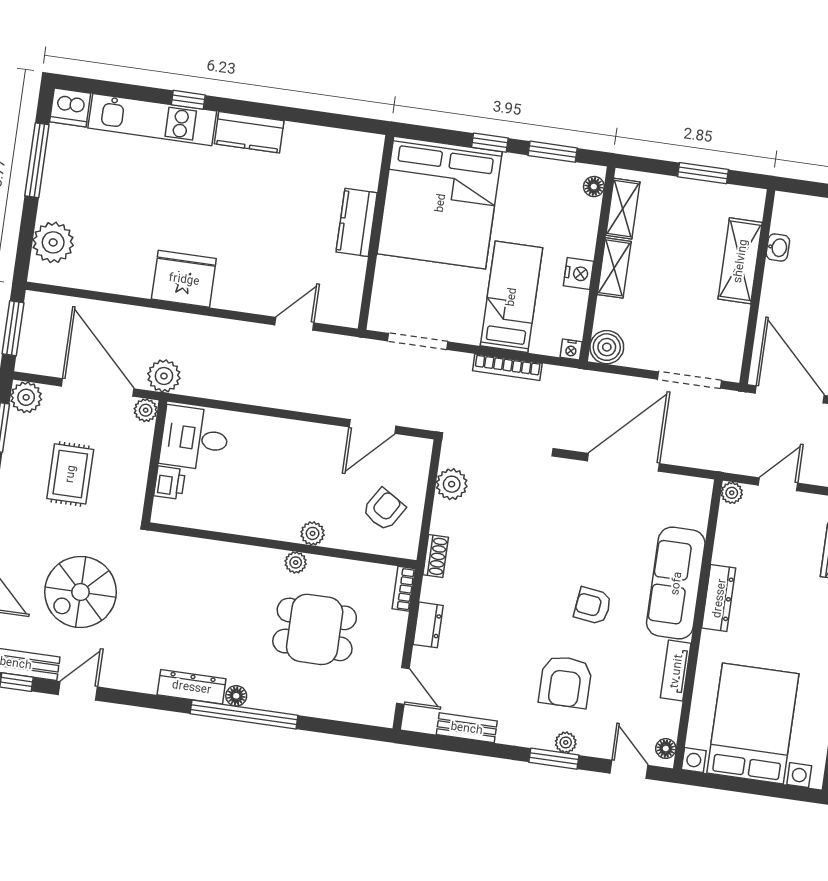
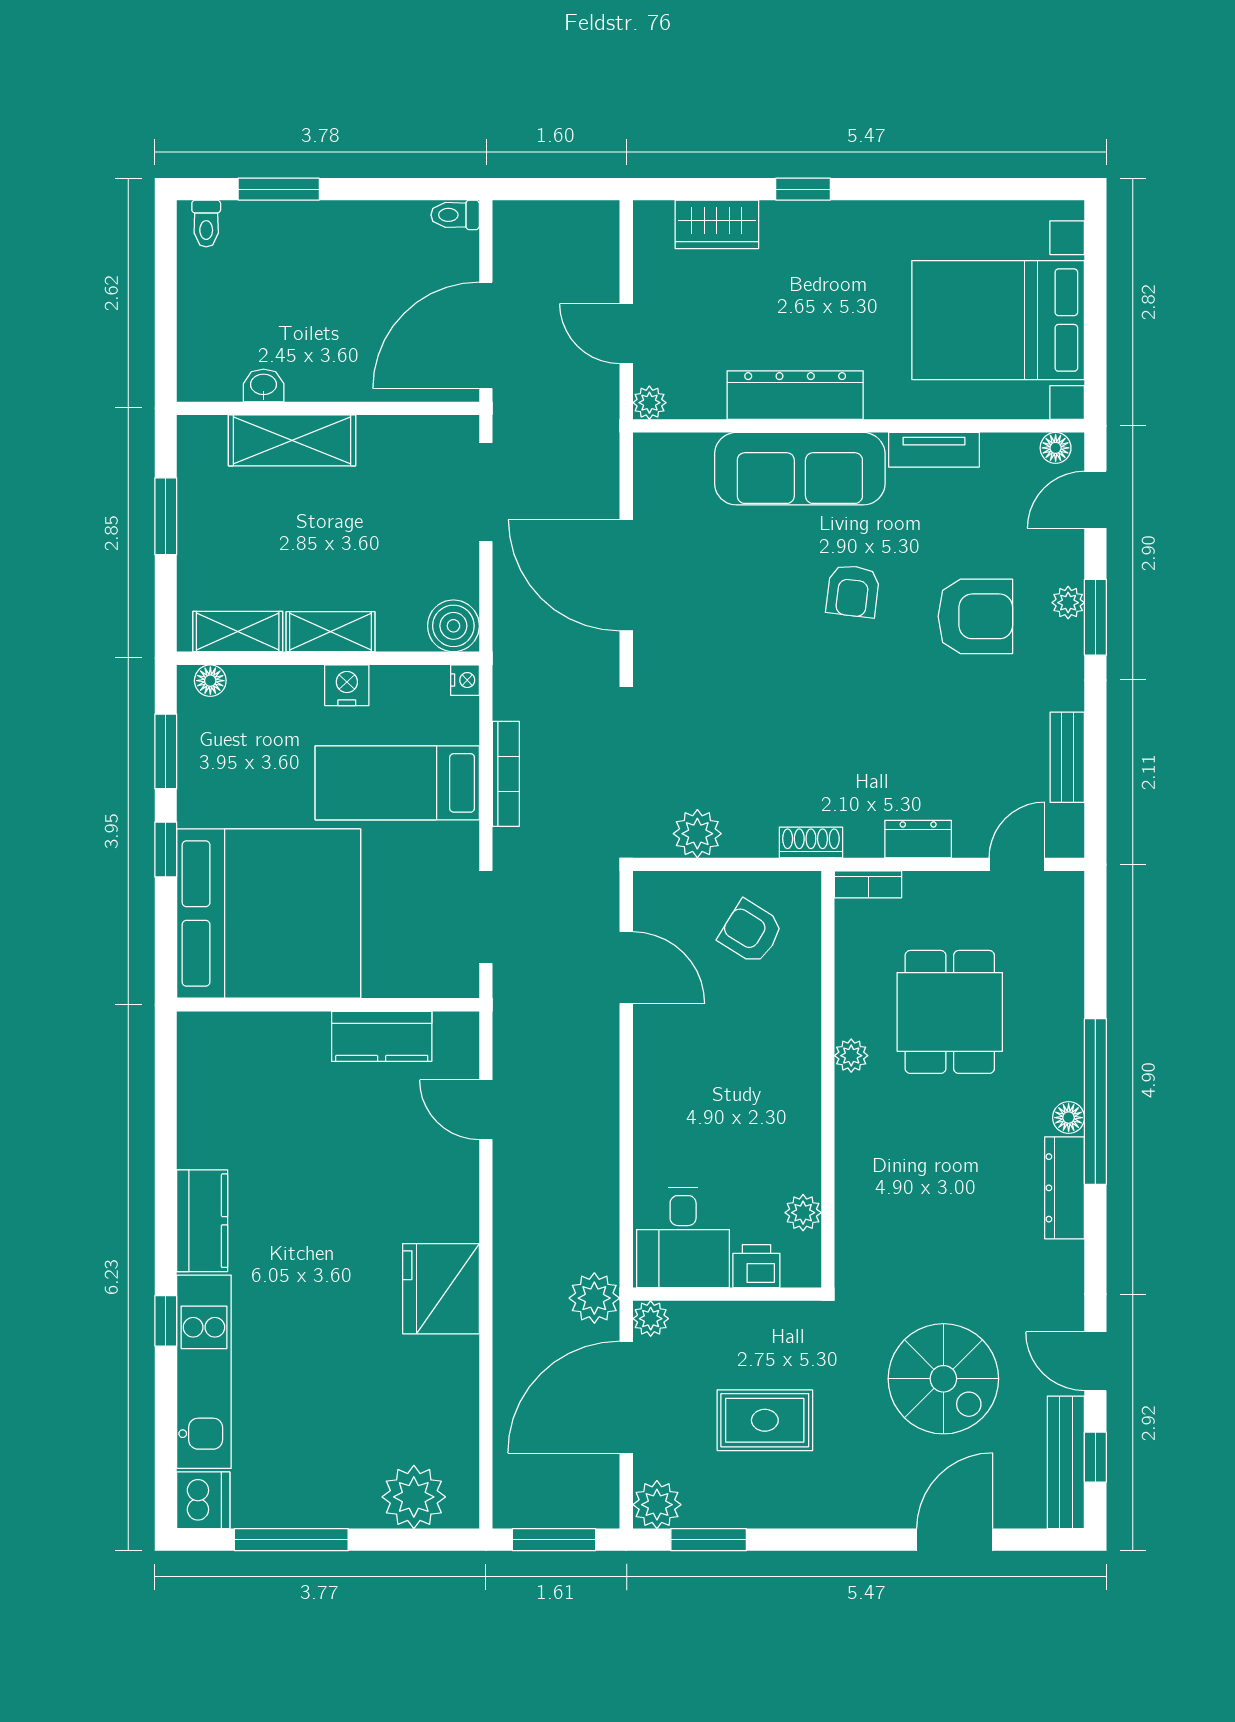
kitchen counter: (357, 222) -> (382, 1036), moved
plant: (313, 533) -> (803, 1213), moved
dresser: (719, 598) -> (795, 395), width x1.37, depth x1.24

